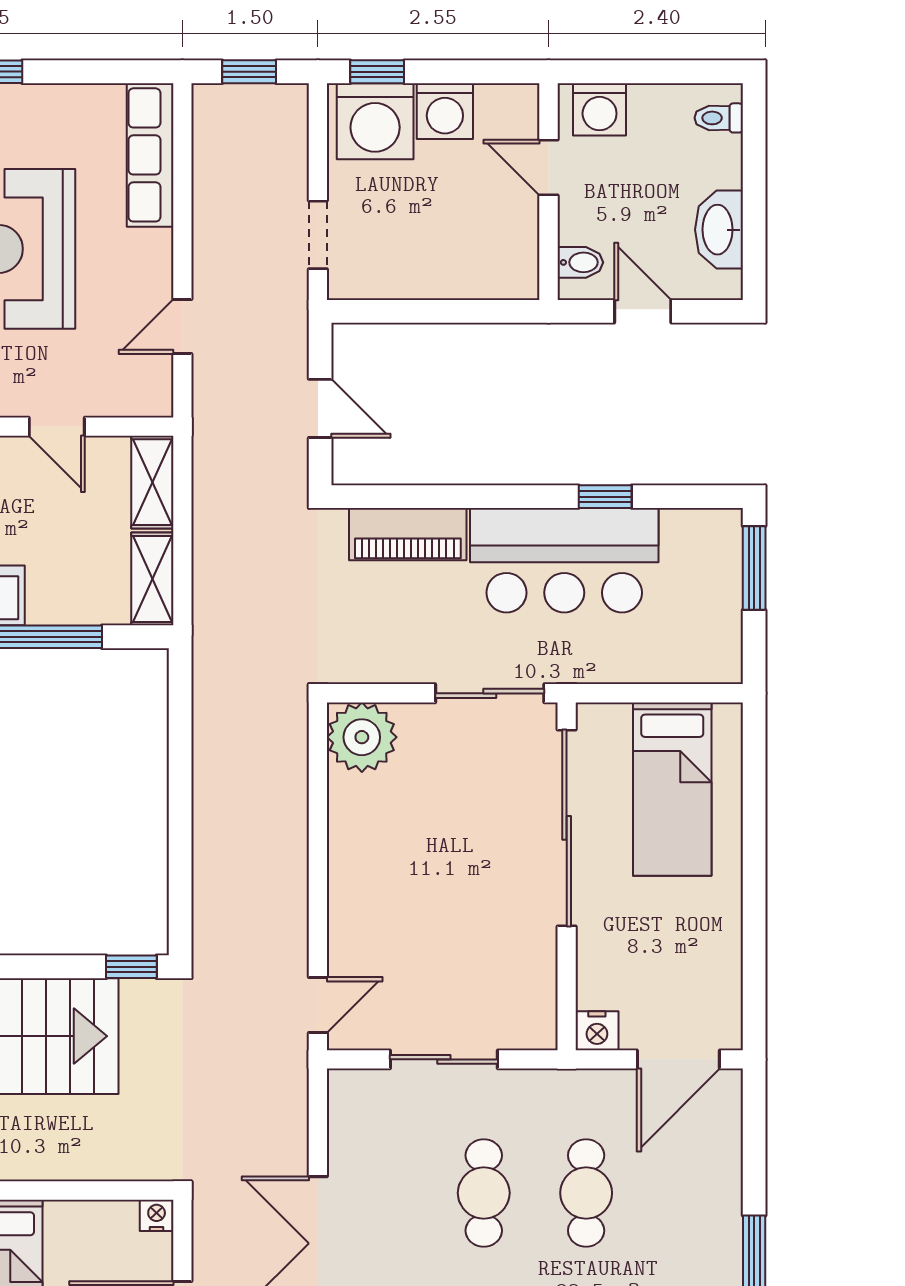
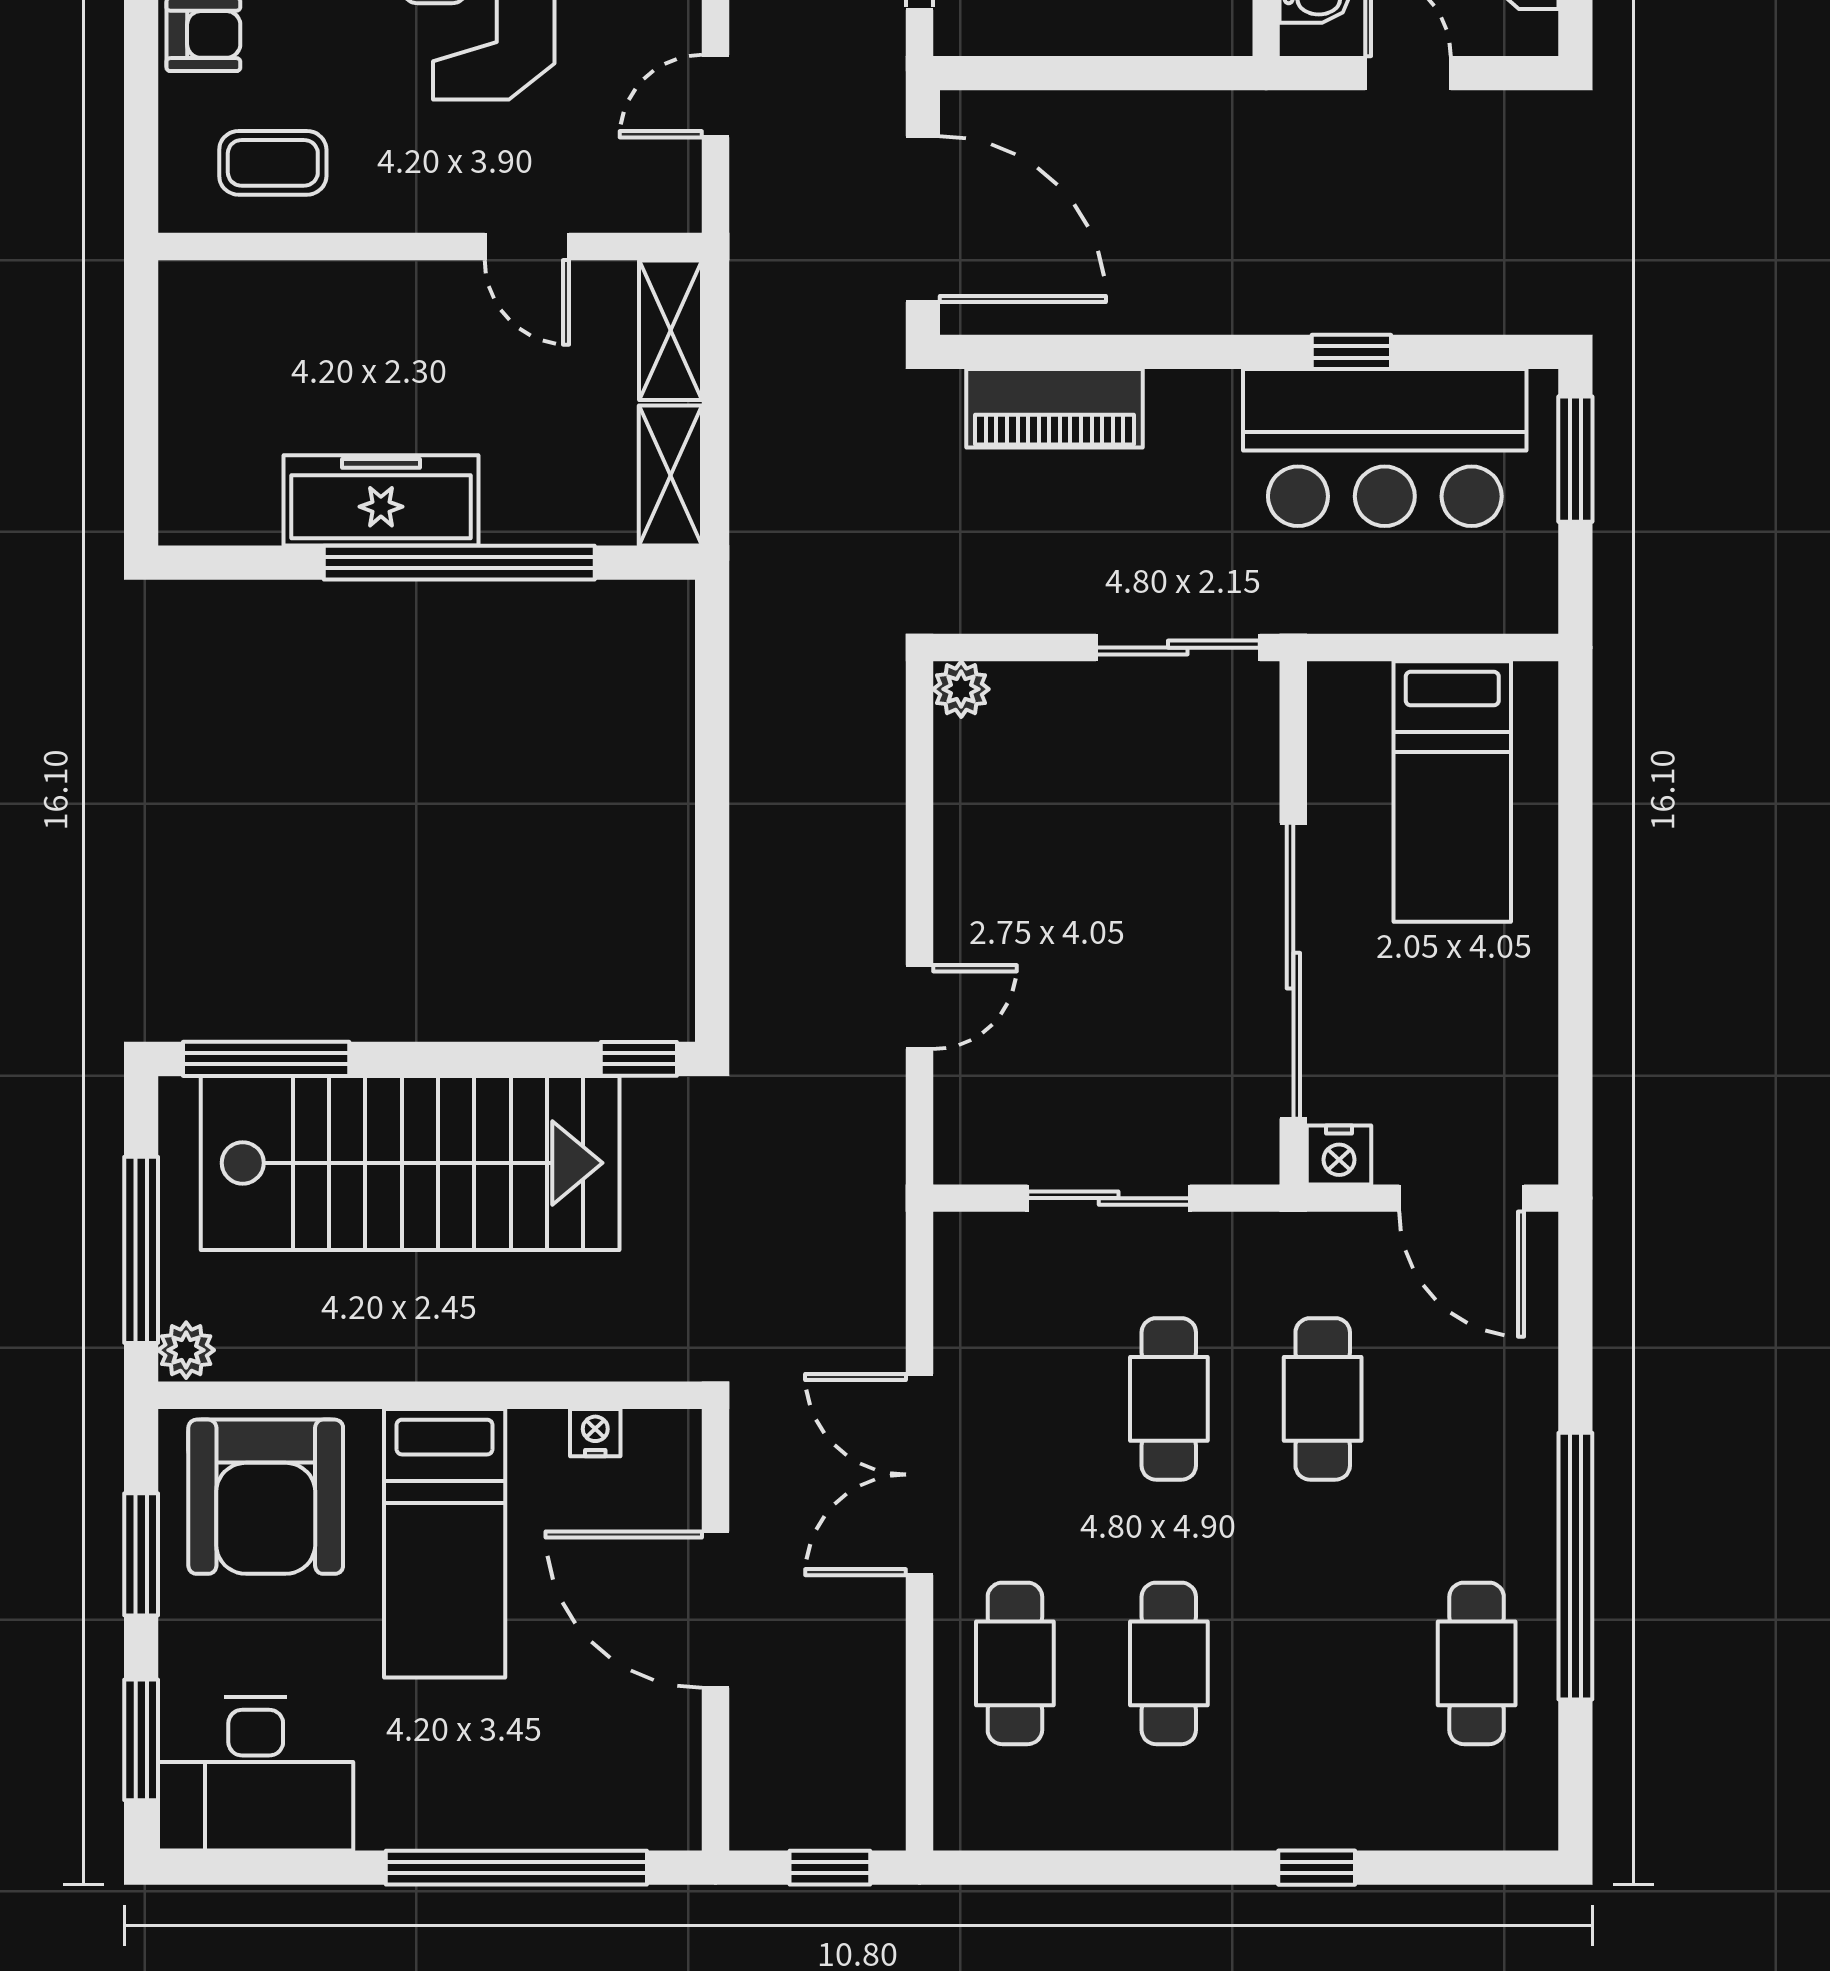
door: (320, 408) -> (923, 219), width x1.88
bar counter: (564, 560) -> (1385, 447), moved
plant: (362, 737) -> (961, 689), width x0.53, depth x0.53
sliding door: (567, 828) -> (1293, 971), moved
door: (318, 1005) -> (919, 1007), moved
door: (678, 1059) -> (1462, 1198), hinge flipped
nightstand: (157, 1215) -> (595, 1433), moved

